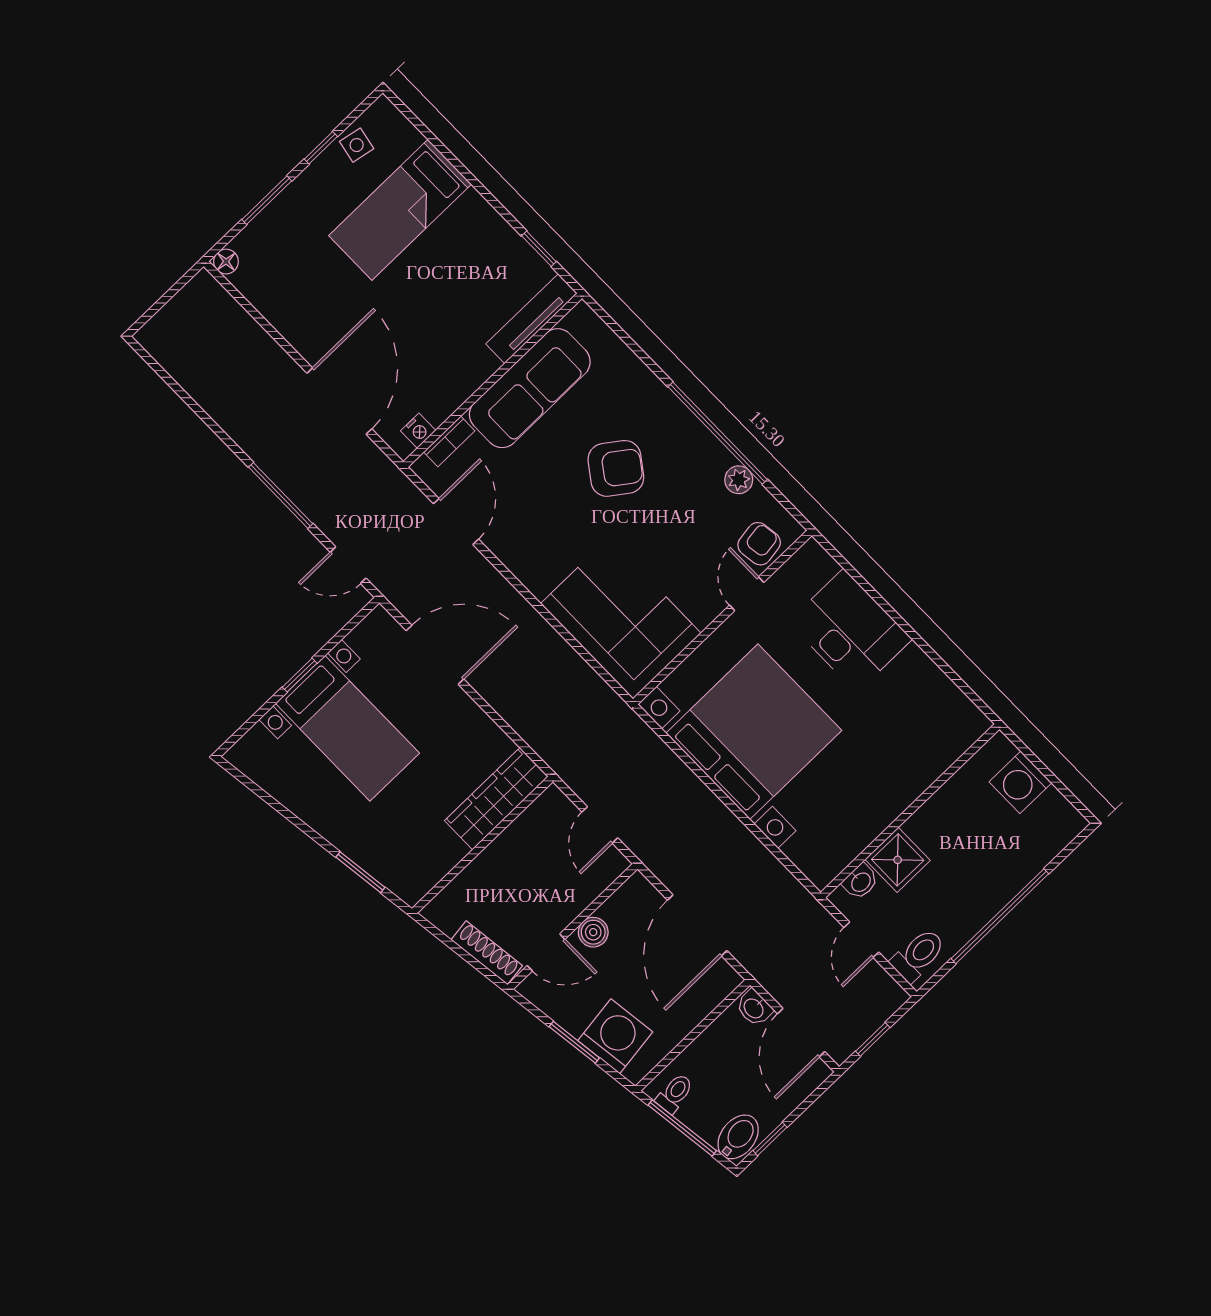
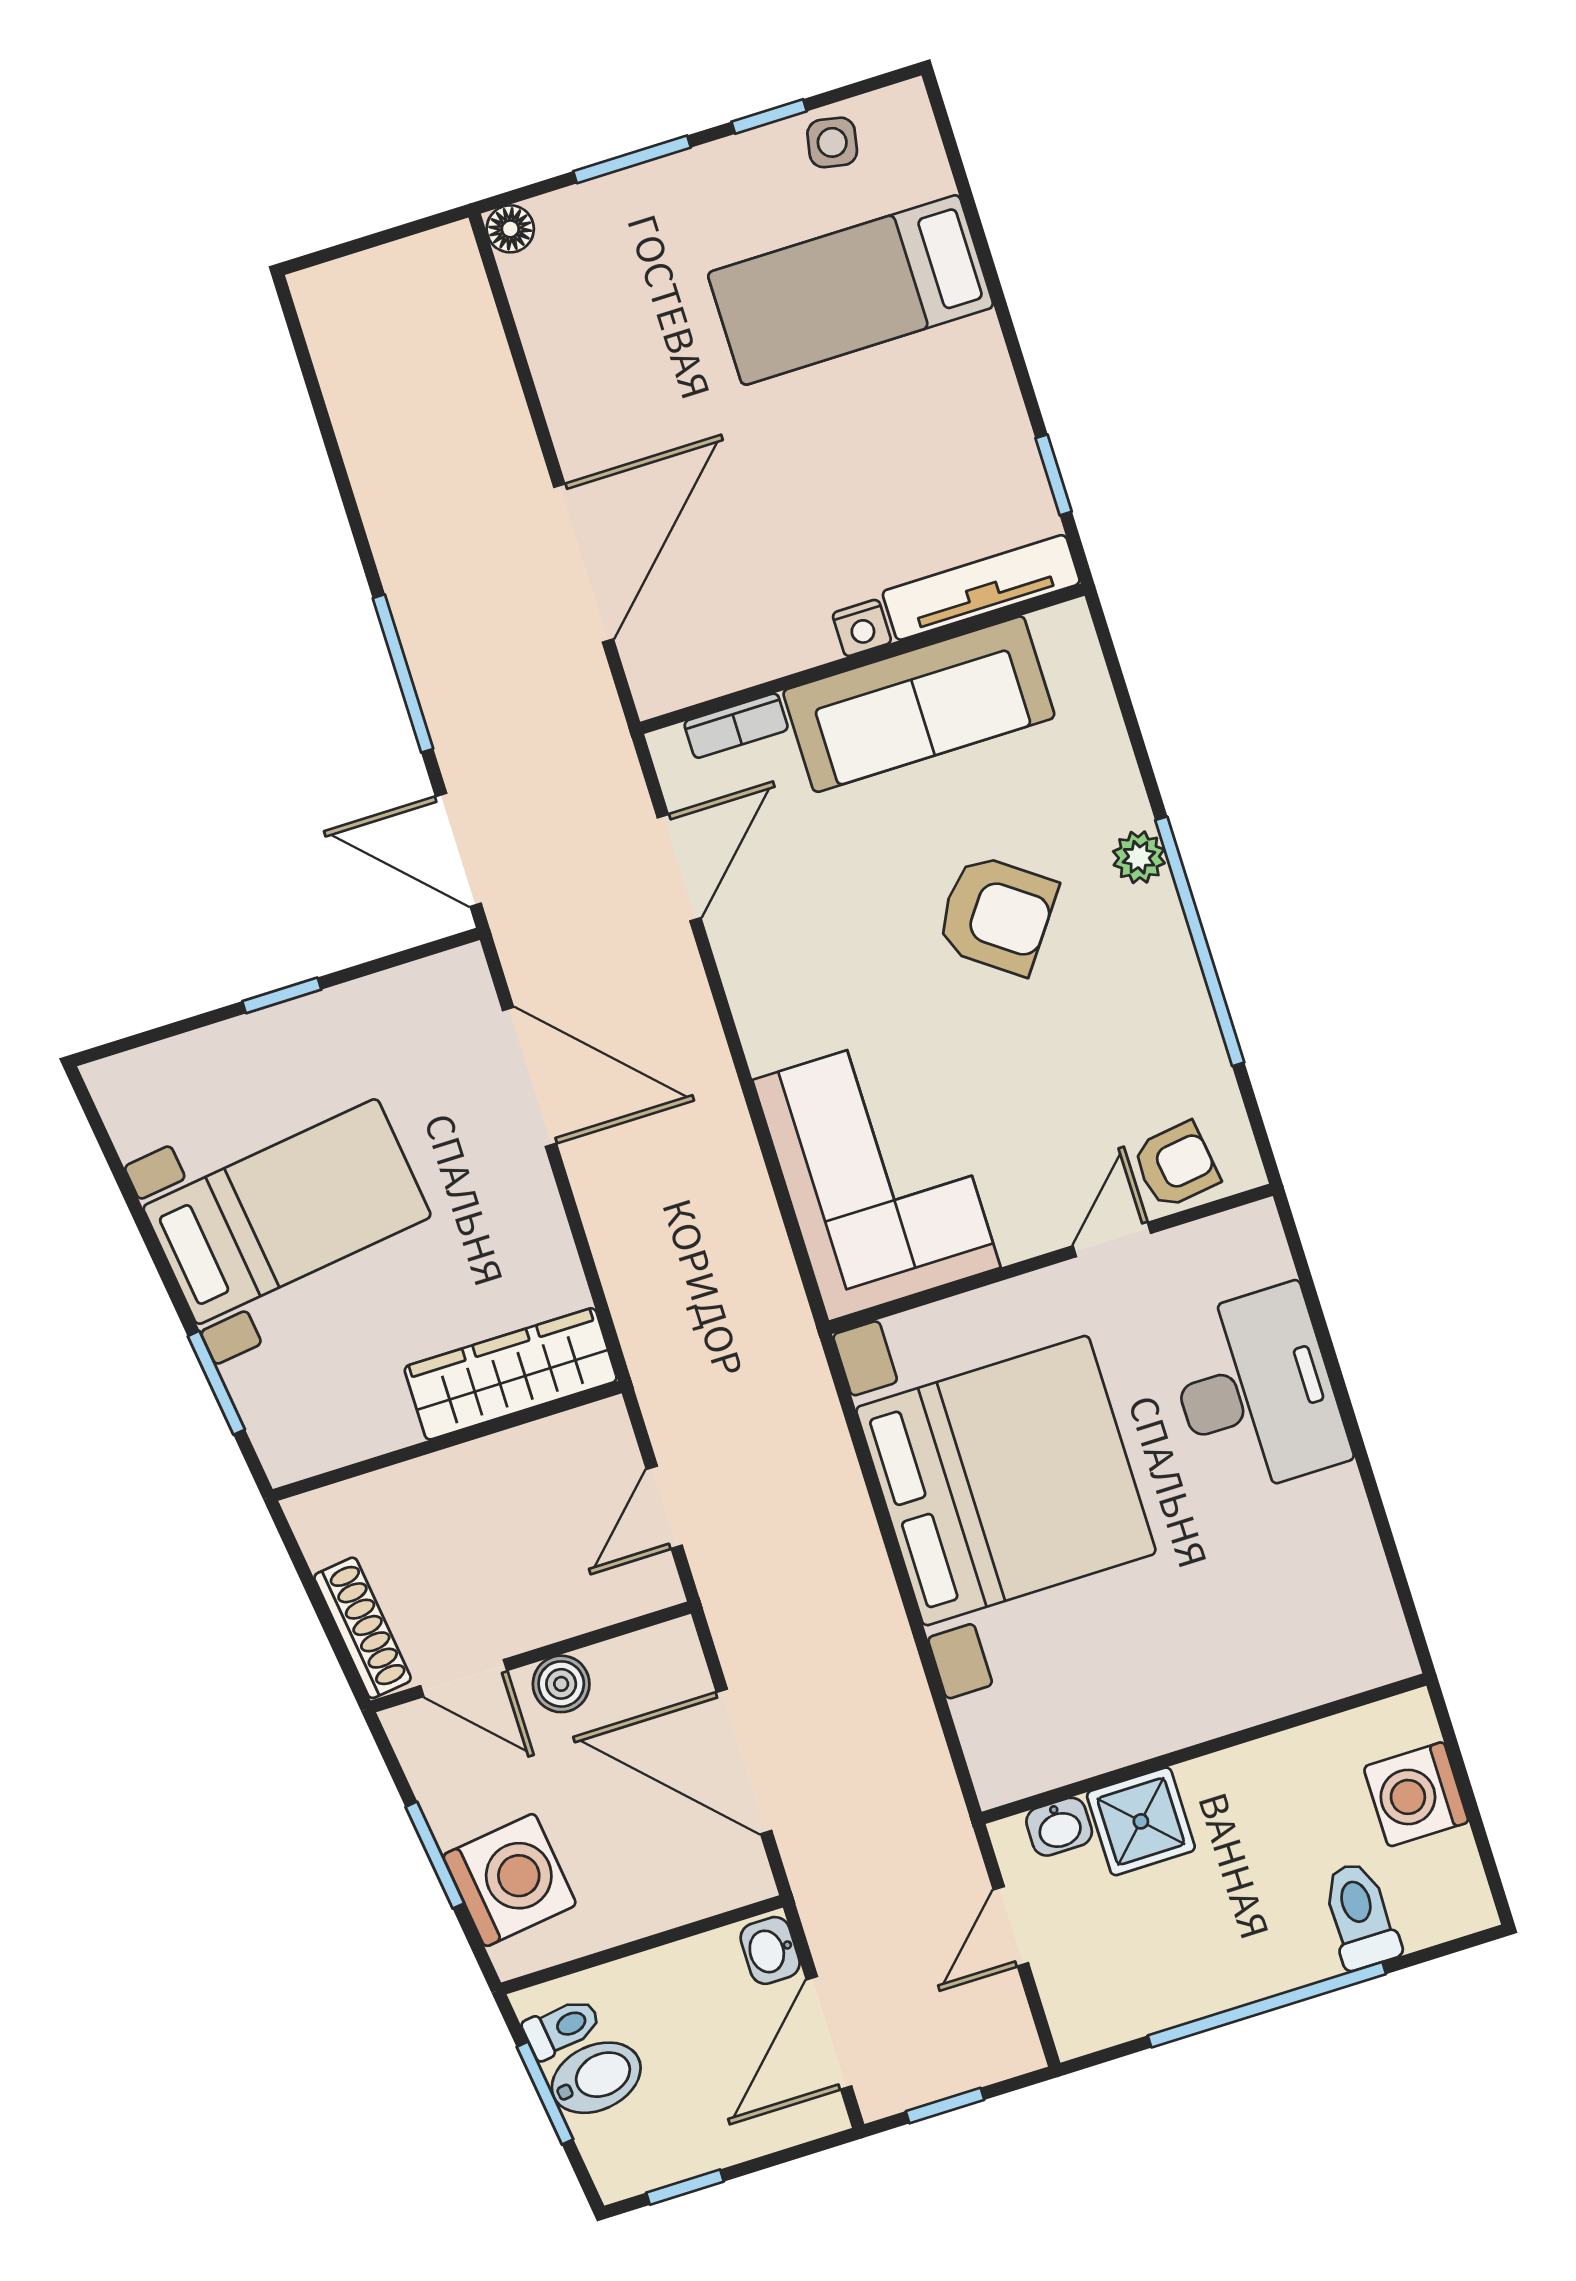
nightstand: (418, 431) -> (862, 628), moved
plant: (739, 480) -> (1139, 857), moved
door: (348, 565) -> (458, 850), width x1.38
bed with nightstands: (347, 728) -> (287, 1212), moved, turned -97
door: (697, 925) -> (744, 1761), hinge flipped
toilet: (918, 955) -> (1360, 1915), moved, turned -90
window: (682, 1128) -> (545, 2093), width x0.69
bidet: (738, 1137) -> (596, 2078), moved

